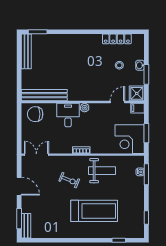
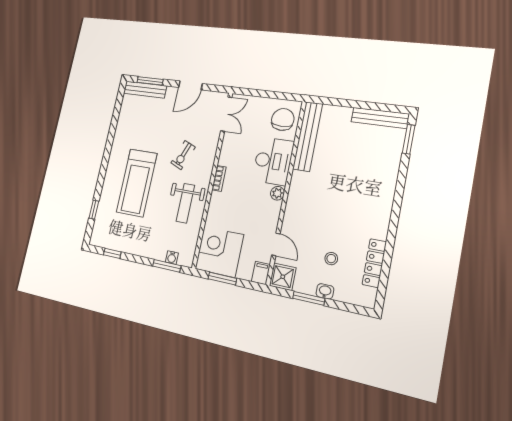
desk: (68, 115) -> (273, 161), width x1.37
bench: (26, 226) -> (145, 90), width x1.36

